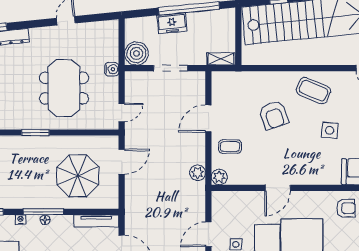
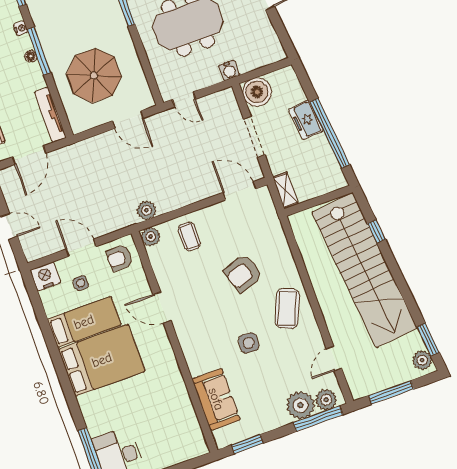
door: (208, 118) -> (239, 191), moved
armchair: (346, 208) -> (120, 258), moved, turned 90

